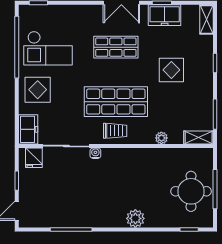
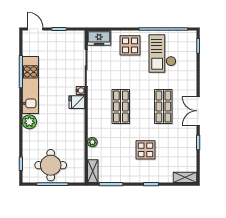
freezer: (165, 15) -> (188, 145), removed
shop shelf: (116, 102) -> (121, 107), width x0.70, depth x0.74
trolley: (115, 131) -> (98, 106), removed
fridge: (34, 158) -> (77, 102), moved
kitchen unit: (88, 217) -> (30, 85), added

